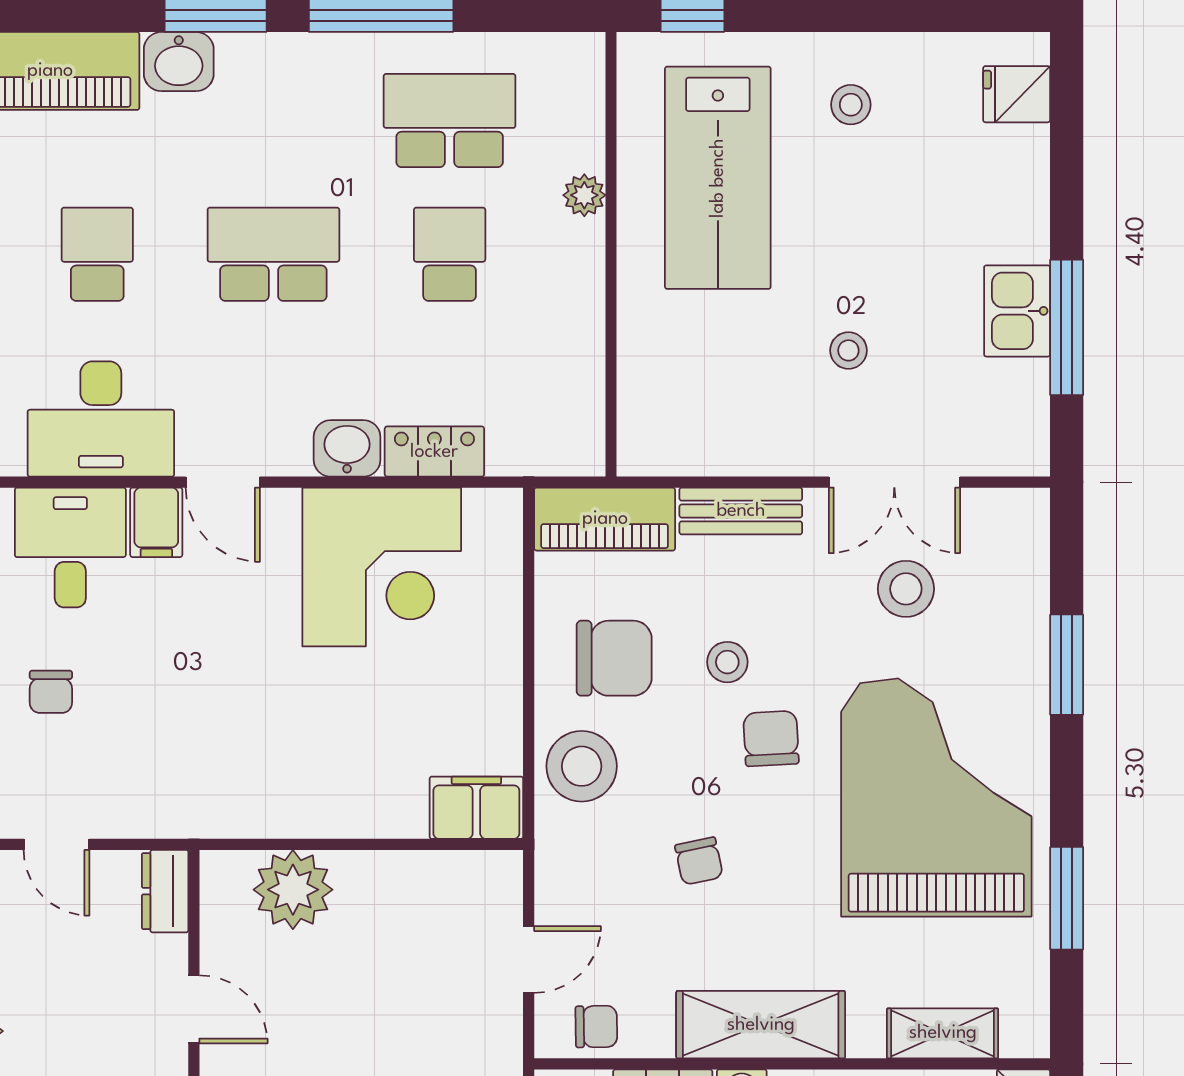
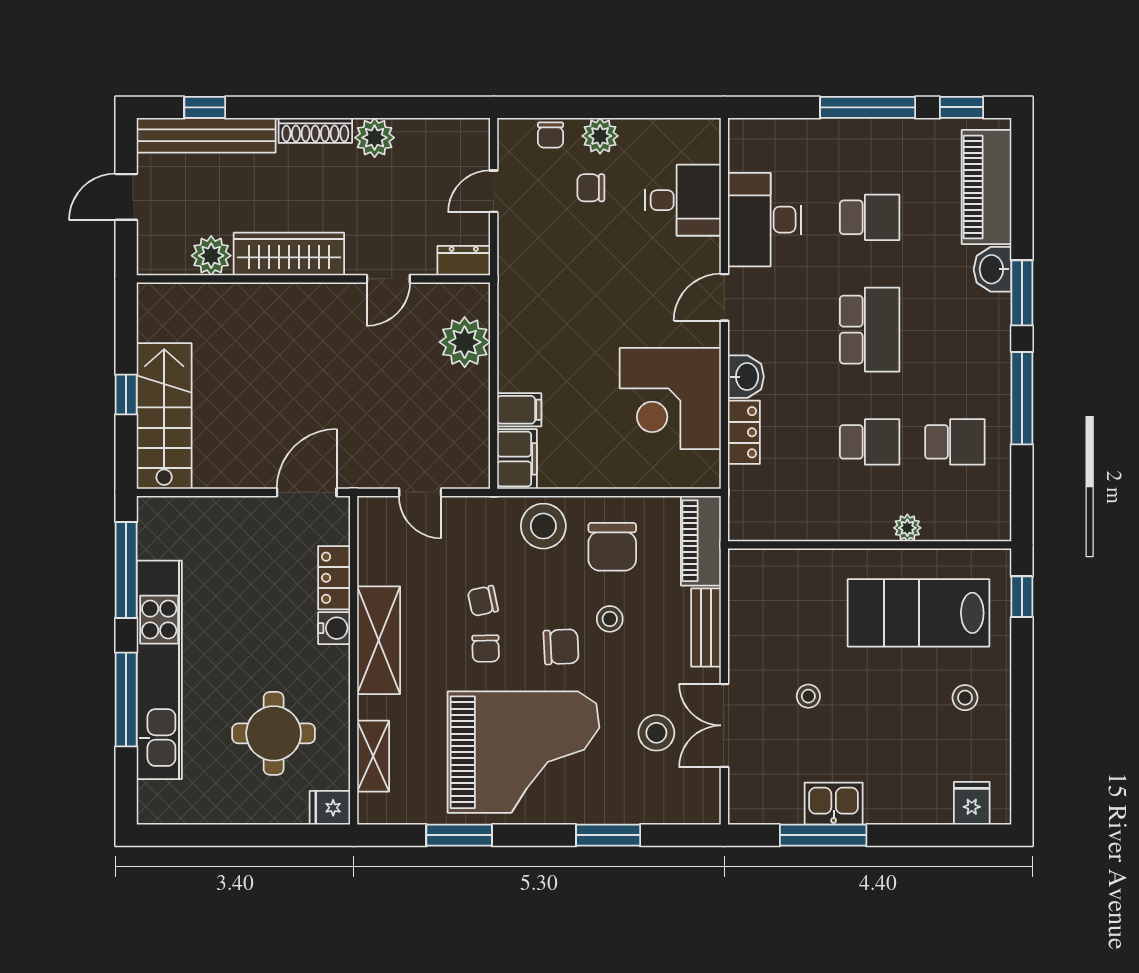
school desk: (450, 121) -> (955, 442), width x0.54
filing cabinet: (156, 522) -> (519, 410), moved, turned 180
chair: (596, 1027) -> (486, 648), moved

